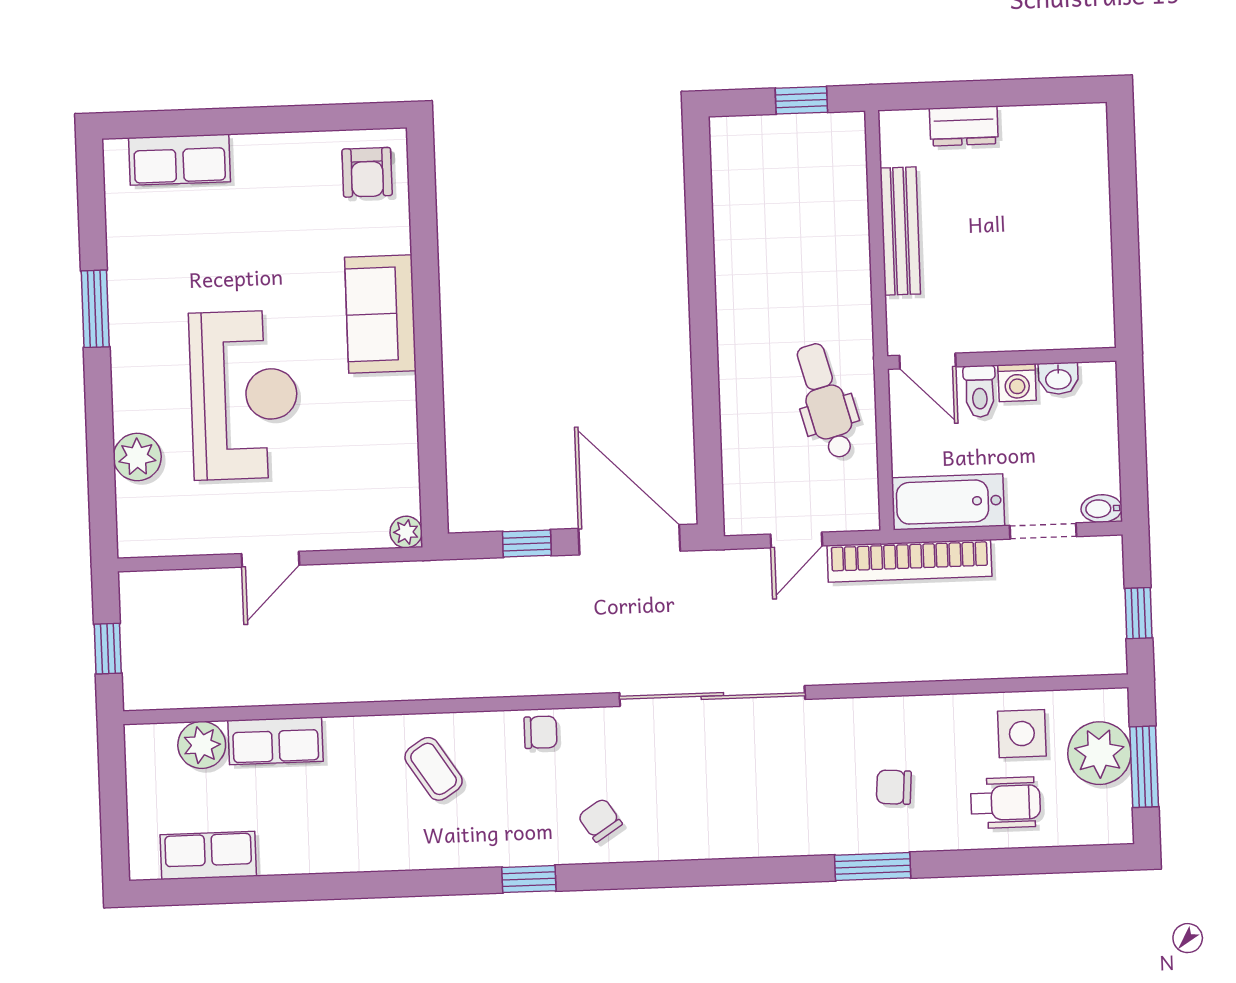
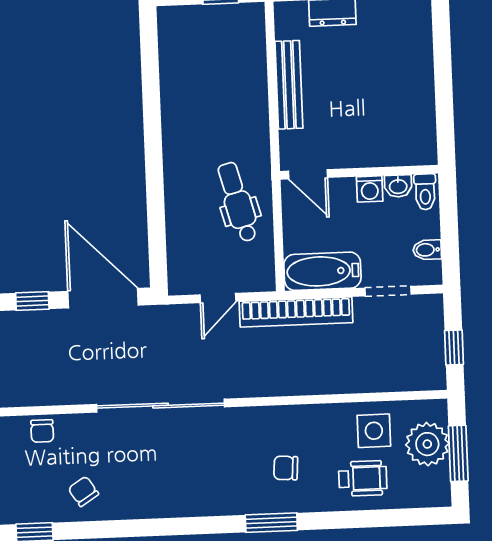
toilet: (980, 391) -> (425, 192), moved
bidet: (1102, 509) -> (427, 250), moved
chair: (540, 732) -> (42, 431), turned 90

